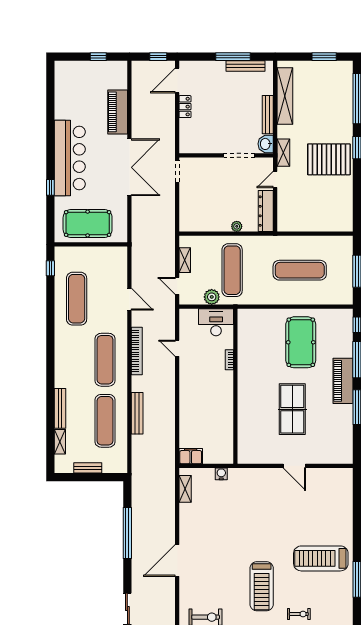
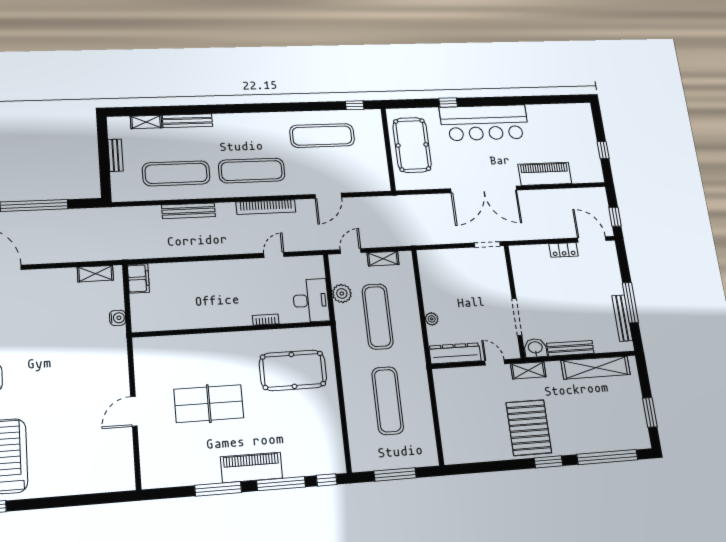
exercise mat: (232, 270) -> (378, 316), turned 90
pool table: (301, 342) -> (293, 370), moved

